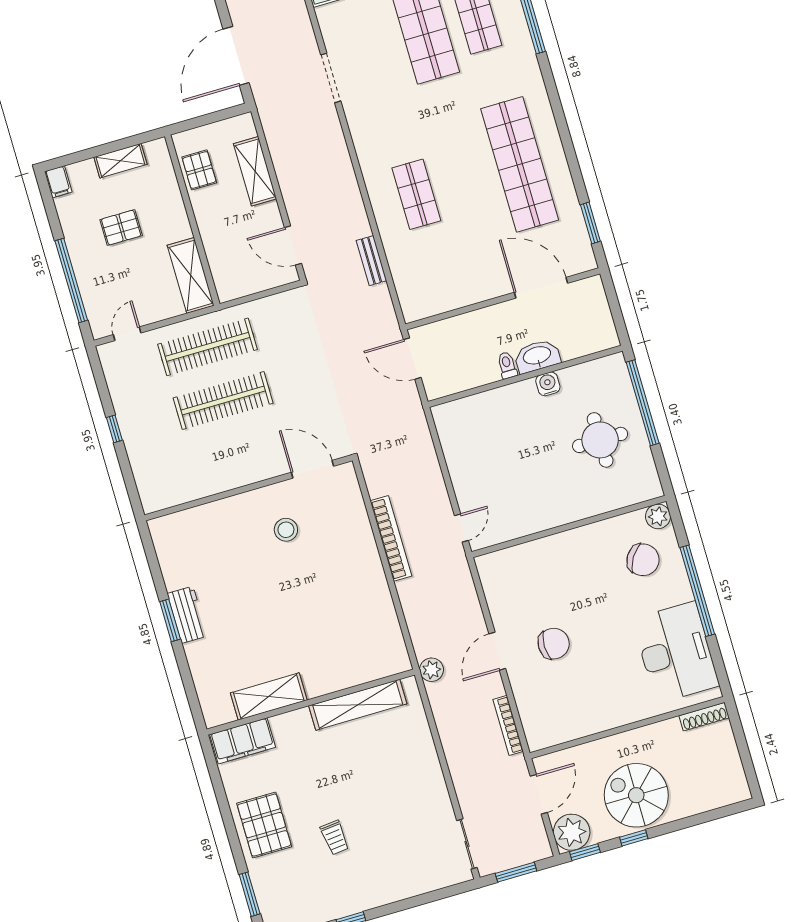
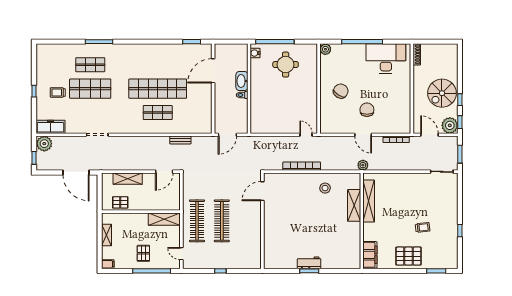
shop shelf: (520, 164) -> (158, 89), moved
pallet: (121, 228) -> (143, 253), moved
water cooler: (548, 384) -> (255, 53), moved
stool: (286, 530) -> (325, 188), moved
chair: (643, 560) -> (341, 91), moved
shelving: (269, 697) -> (354, 205), moved

